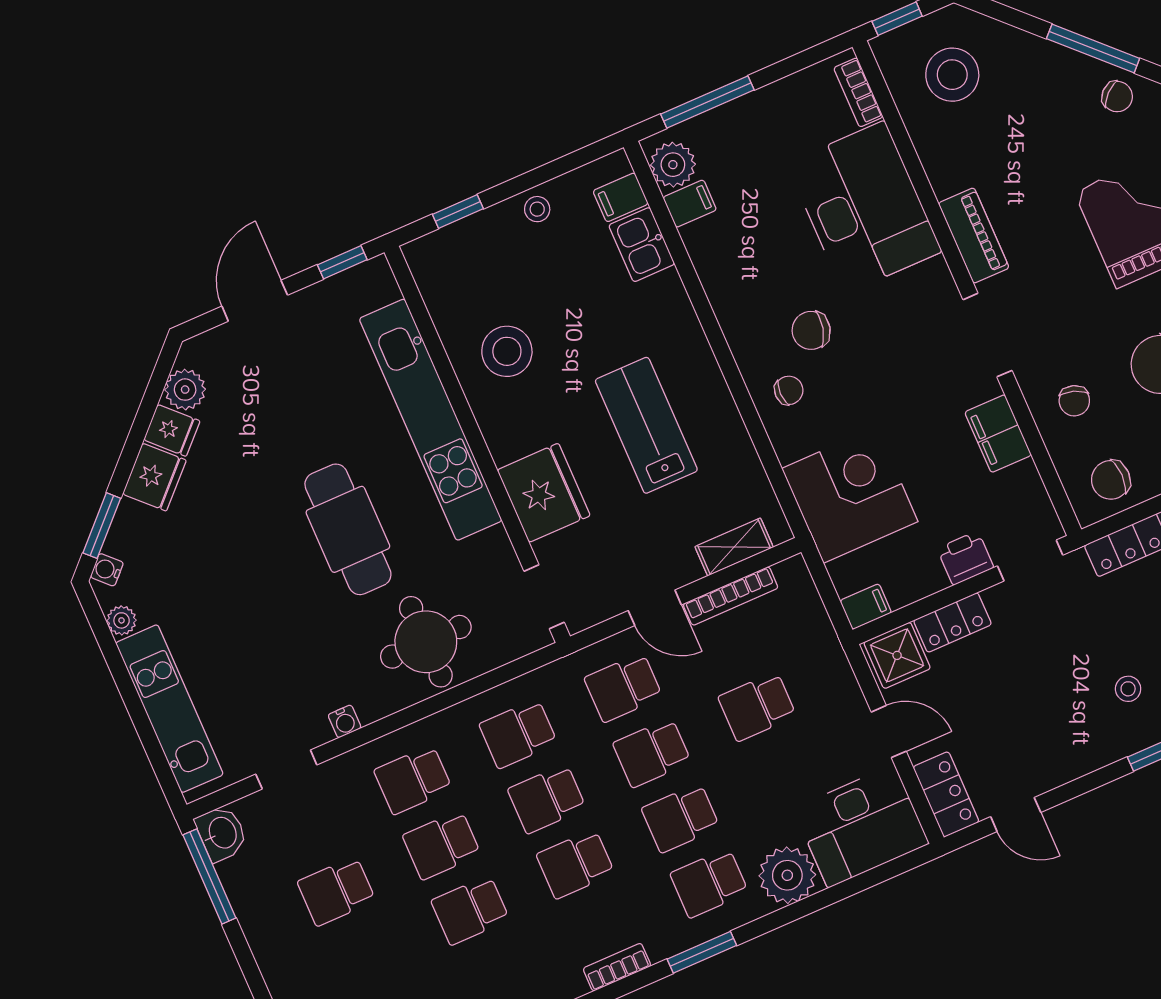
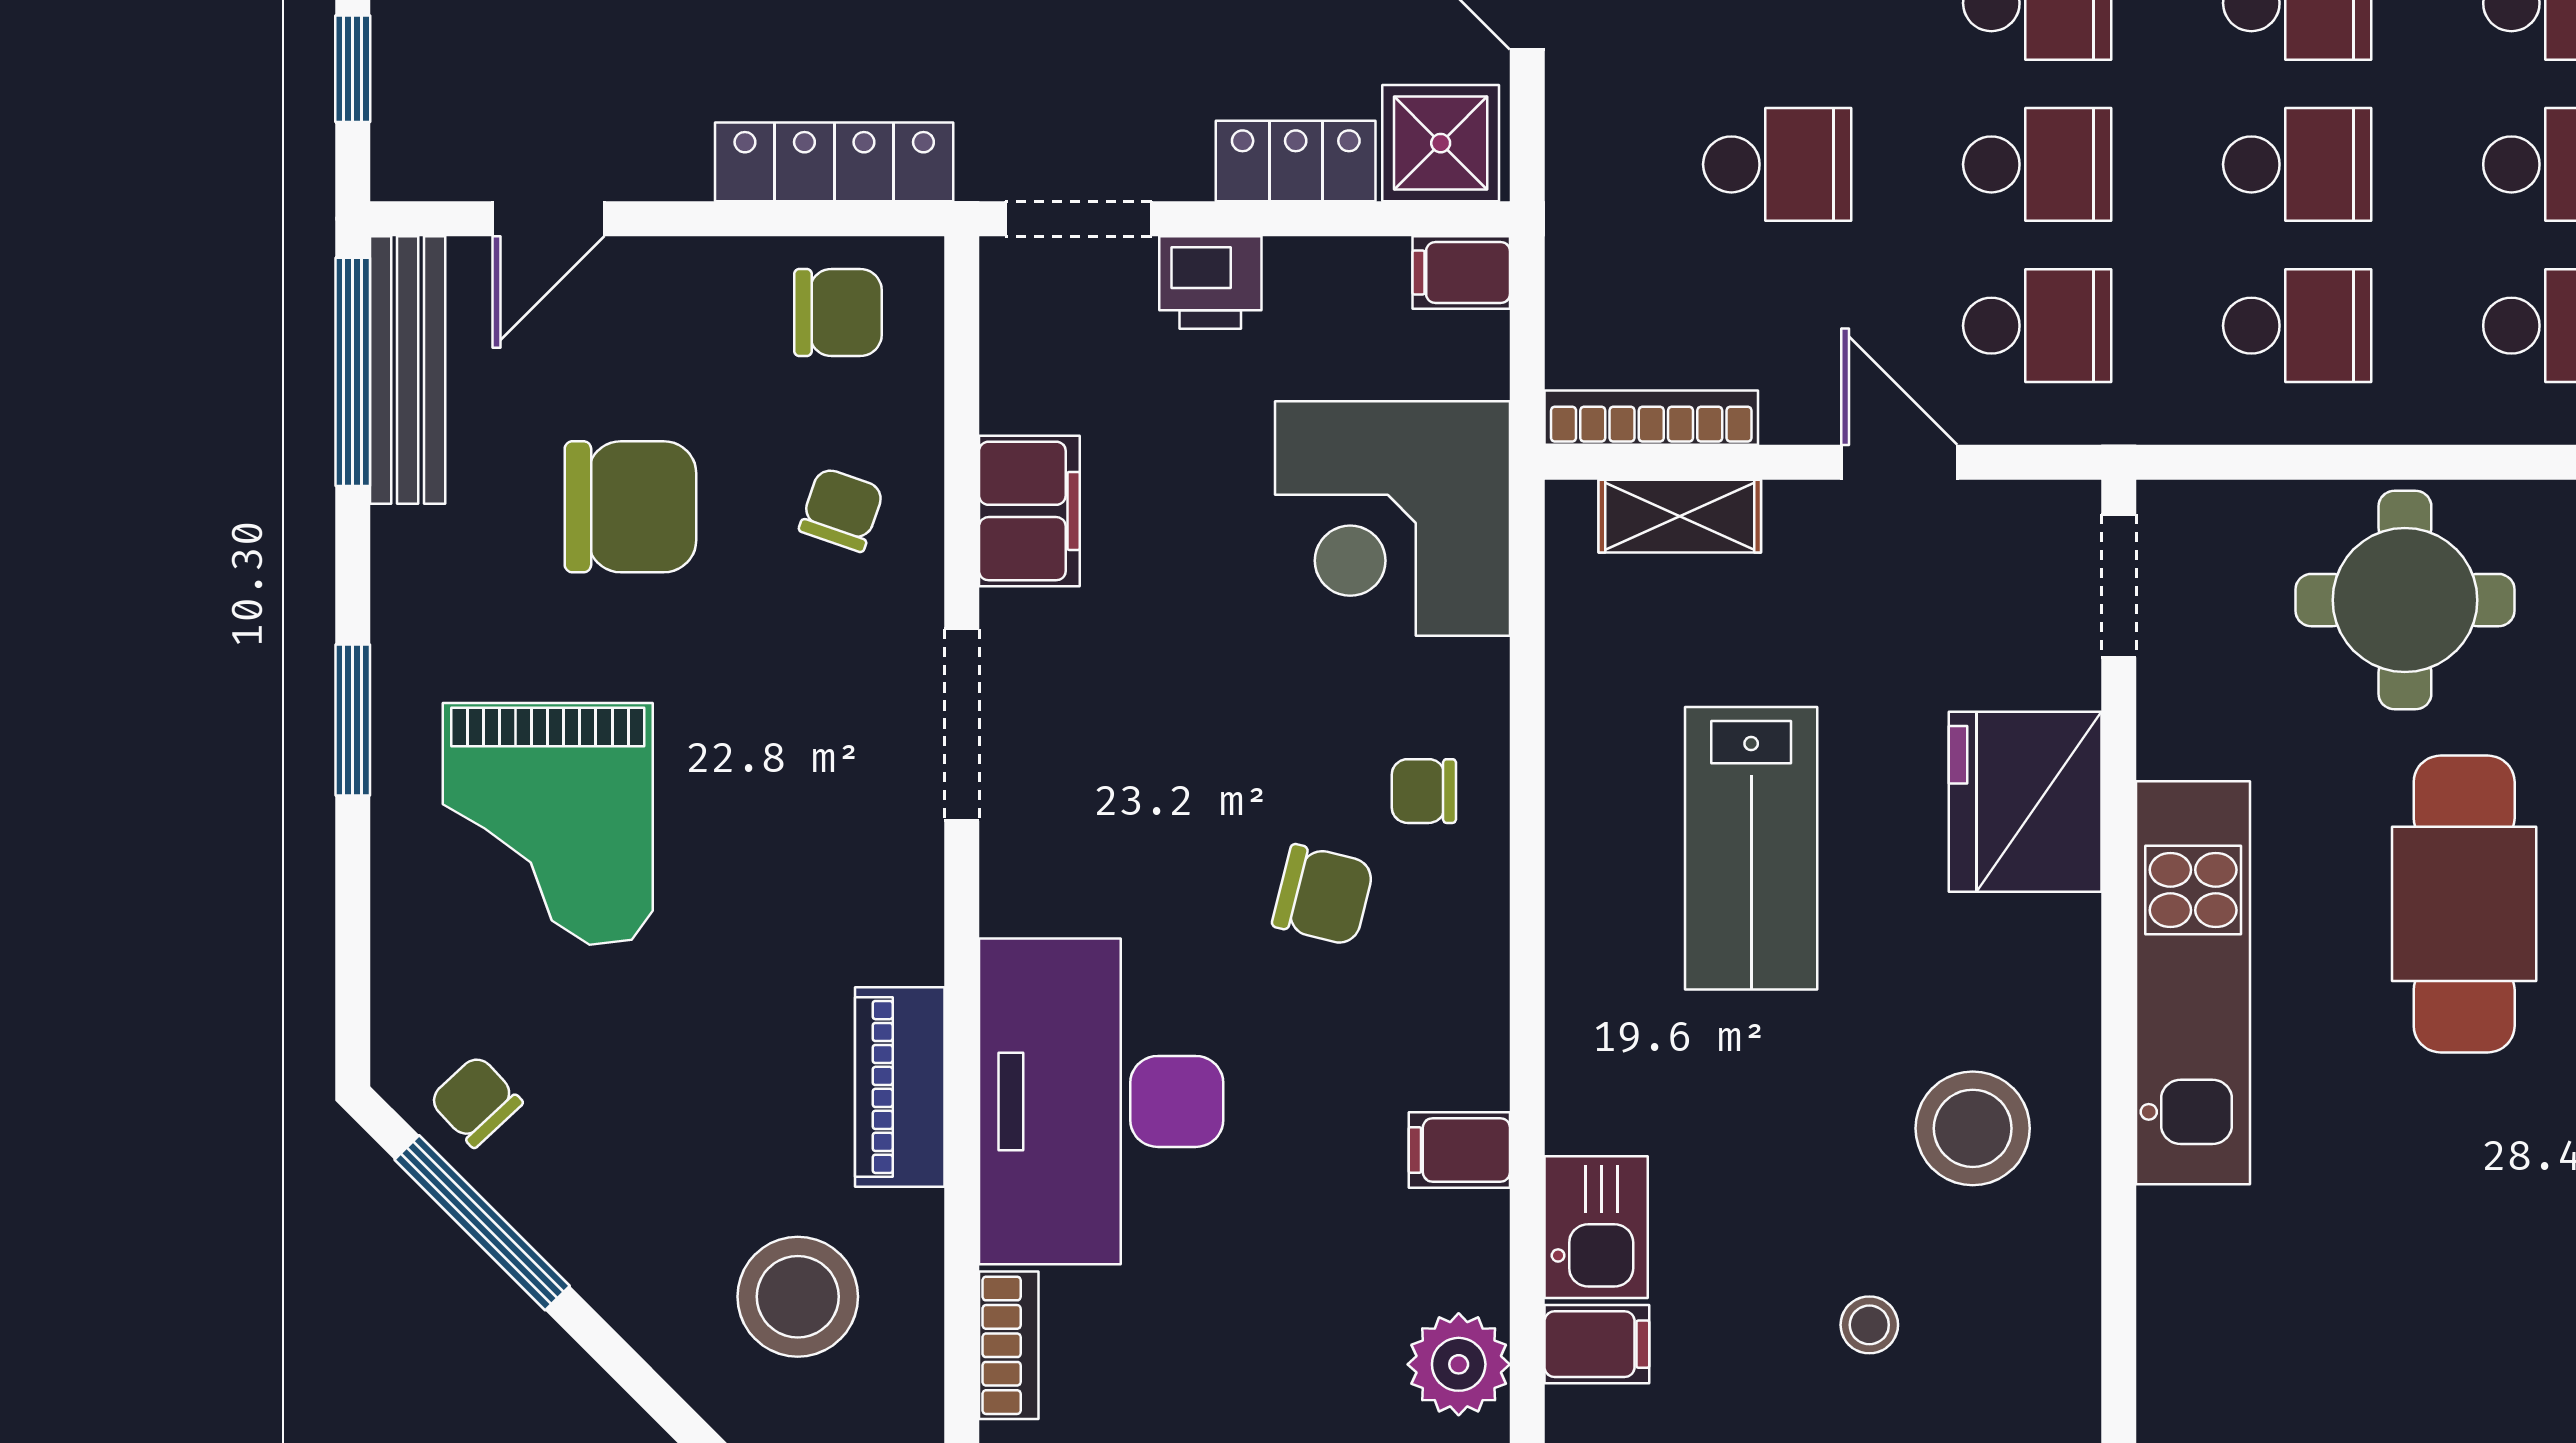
filing cabinet: (690, 204) -> (1459, 1150), moved
stool: (537, 209) -> (1869, 1325), moved
piano: (974, 236) -> (900, 1087), moved
kitchen unit: (431, 420) -> (2193, 983), width x0.73
bookcase: (731, 596) -> (1651, 418), moved

